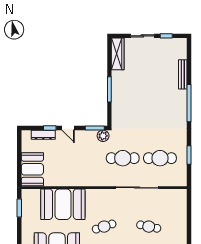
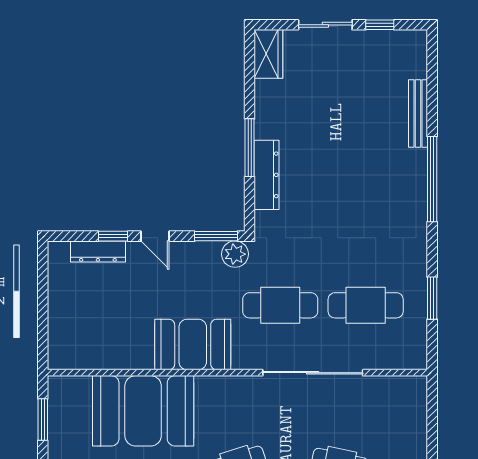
wardrobe: (118, 54) -> (268, 54), width x0.67
dresser: (117, 101) -> (267, 175), added
booth: (32, 169) -> (193, 345), moved, turned 90

